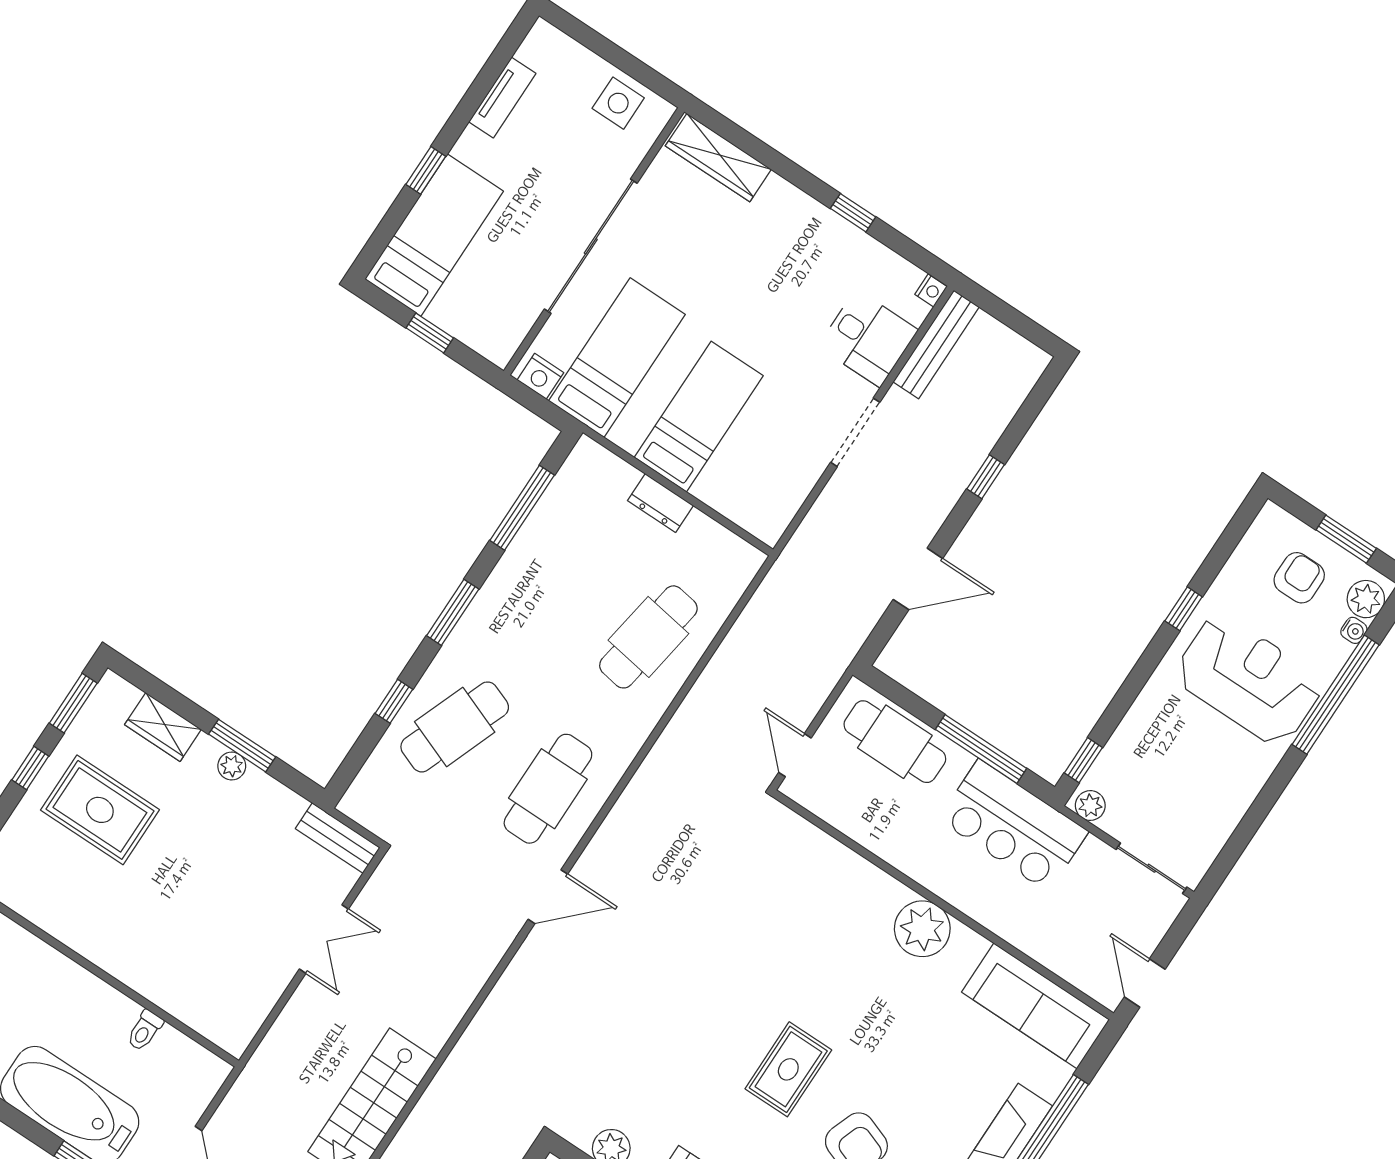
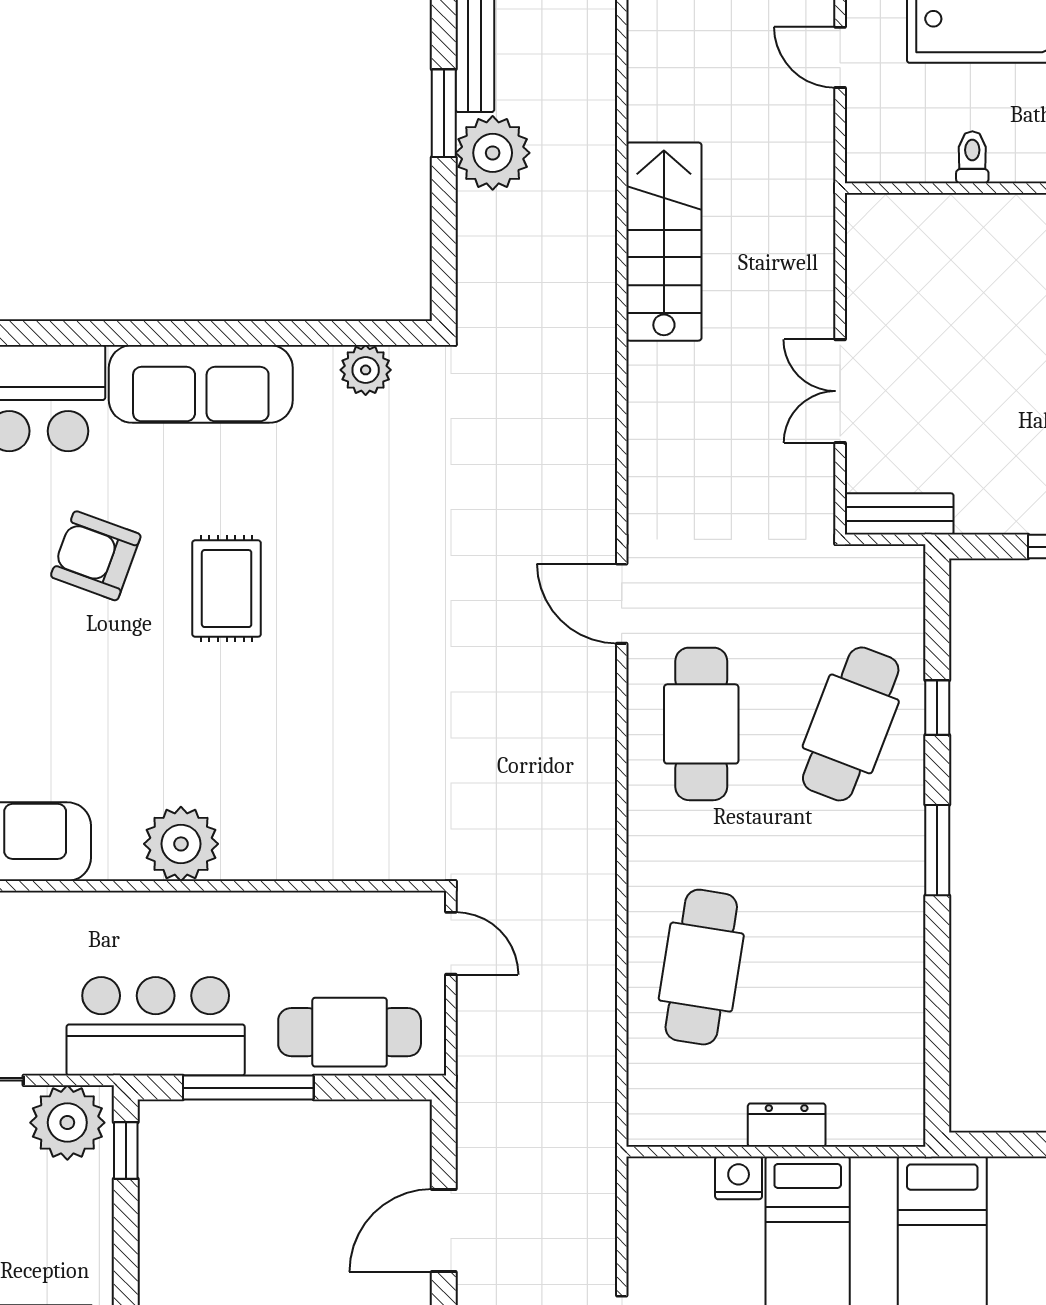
nightstand: (540, 376) -> (739, 1178), moved
window: (522, 508) -> (937, 1018), removed
plant: (1090, 806) -> (67, 1123), width x1.87, depth x1.87
door: (548, 897) -> (622, 604), hinge flipped

